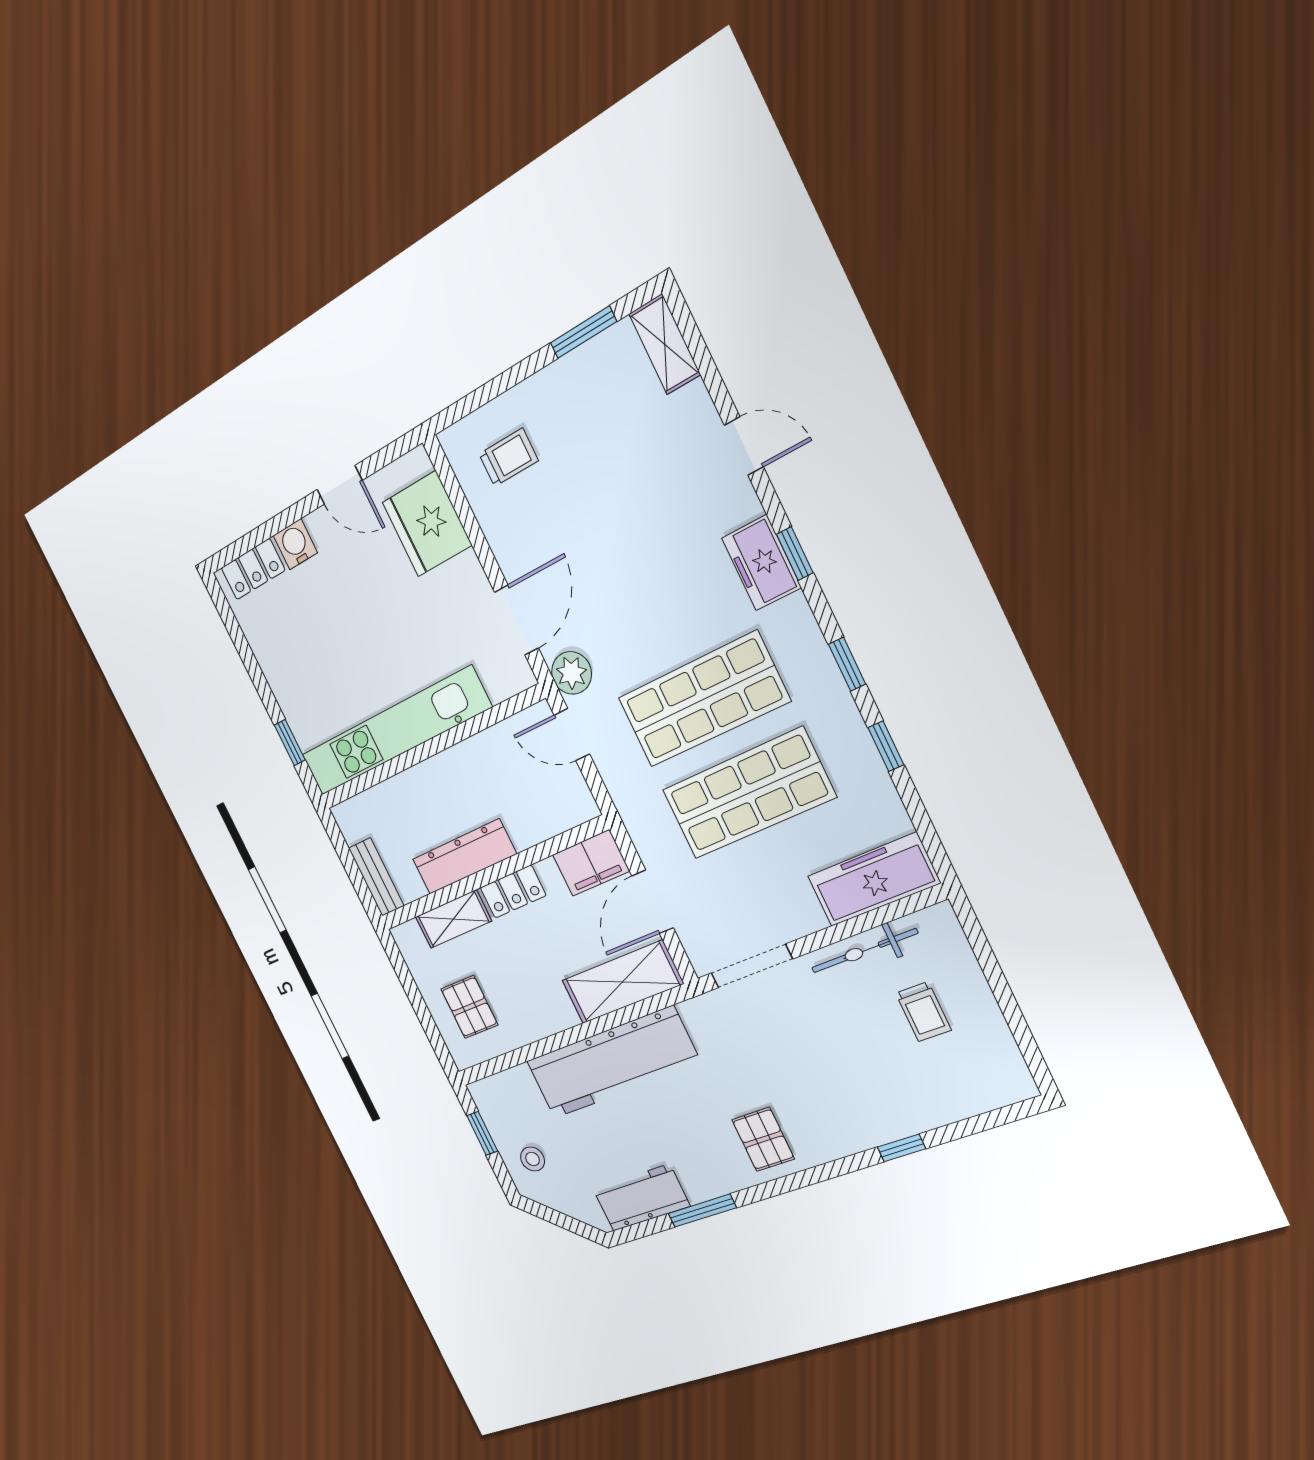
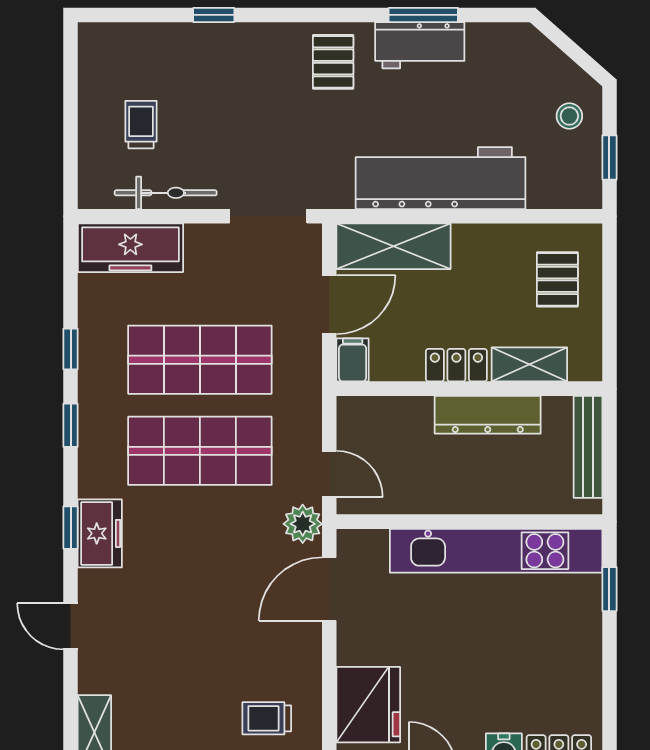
filing cabinet: (591, 863) -> (353, 360), width x0.50
bench: (376, 877) -> (588, 447), width x1.36
workbench: (641, 1198) -> (420, 45), moved

